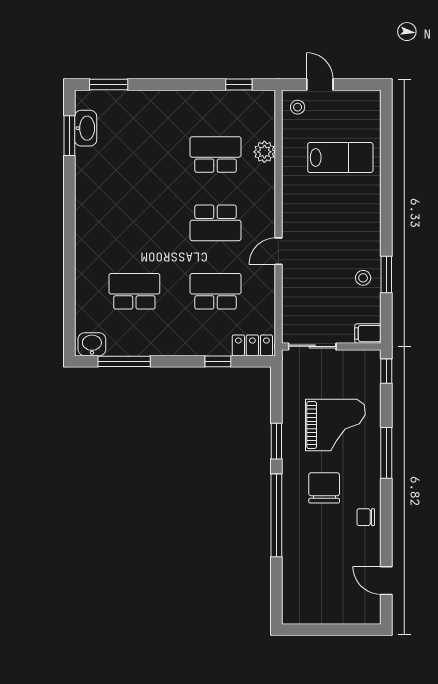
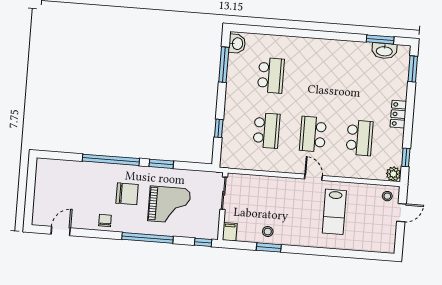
plant: (264, 152) -> (393, 174), moved
lab bench: (340, 158) -> (334, 212), moved
door: (278, 251) -> (313, 177), moved
locker: (252, 345) -> (398, 114), moved, turned 180
grand piano: (335, 425) -> (169, 205), turned -90
window: (386, 453) -> (148, 238), width x1.46

